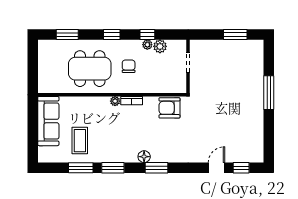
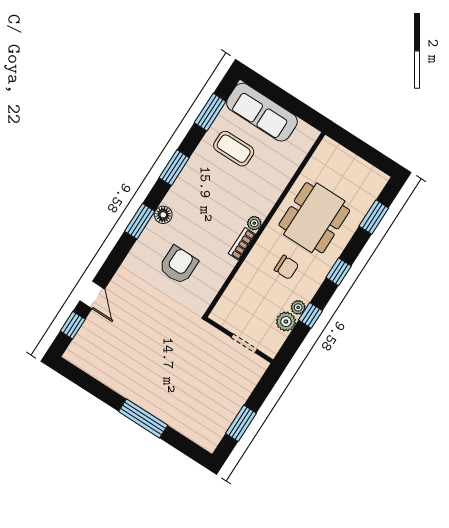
armchair: (169, 108) -> (178, 265), moved
sofa: (48, 121) -> (262, 112), moved
window: (81, 168) -> (210, 112), moved

